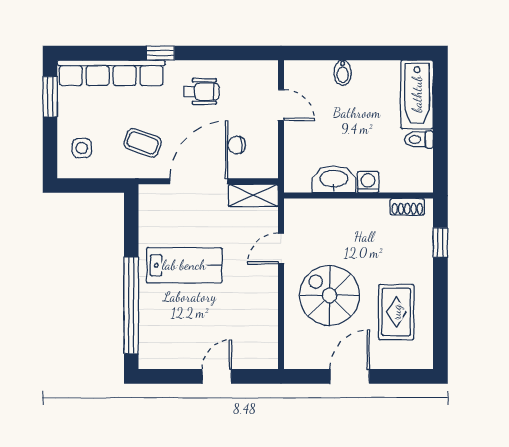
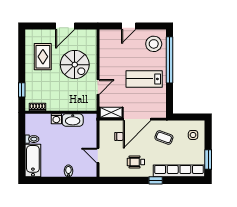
stool: (164, 339) -> (154, 44), added

